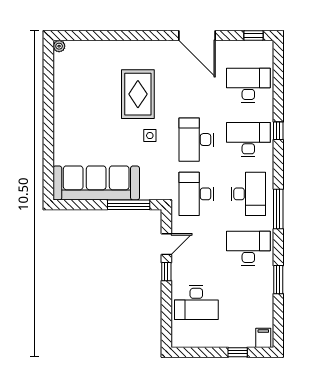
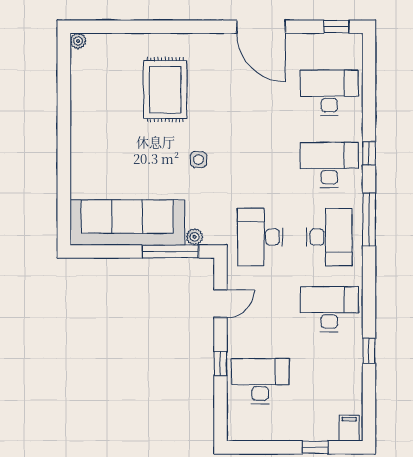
rug: (138, 94) -> (165, 90), moved
desk: (196, 140) -> (260, 165), removed
plant: (147, 194) -> (195, 237), added
window: (278, 209) -> (369, 220), moved
window: (166, 272) -> (221, 364), moved
window: (278, 280) -> (369, 351), width x0.67
desk: (196, 303) -> (260, 381), turned 180

